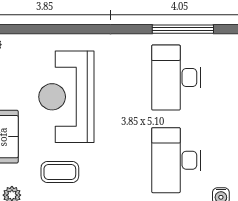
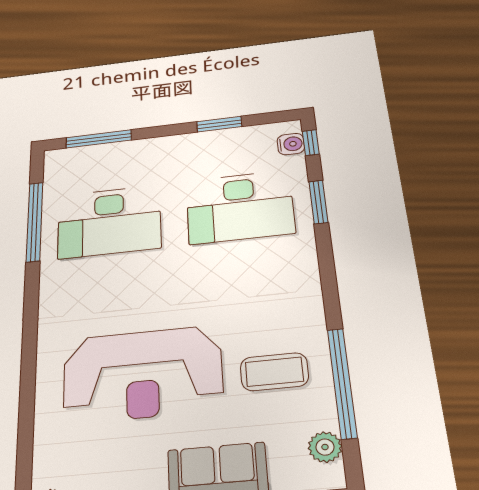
coffee table: (60, 172) -> (274, 372), turned 90

